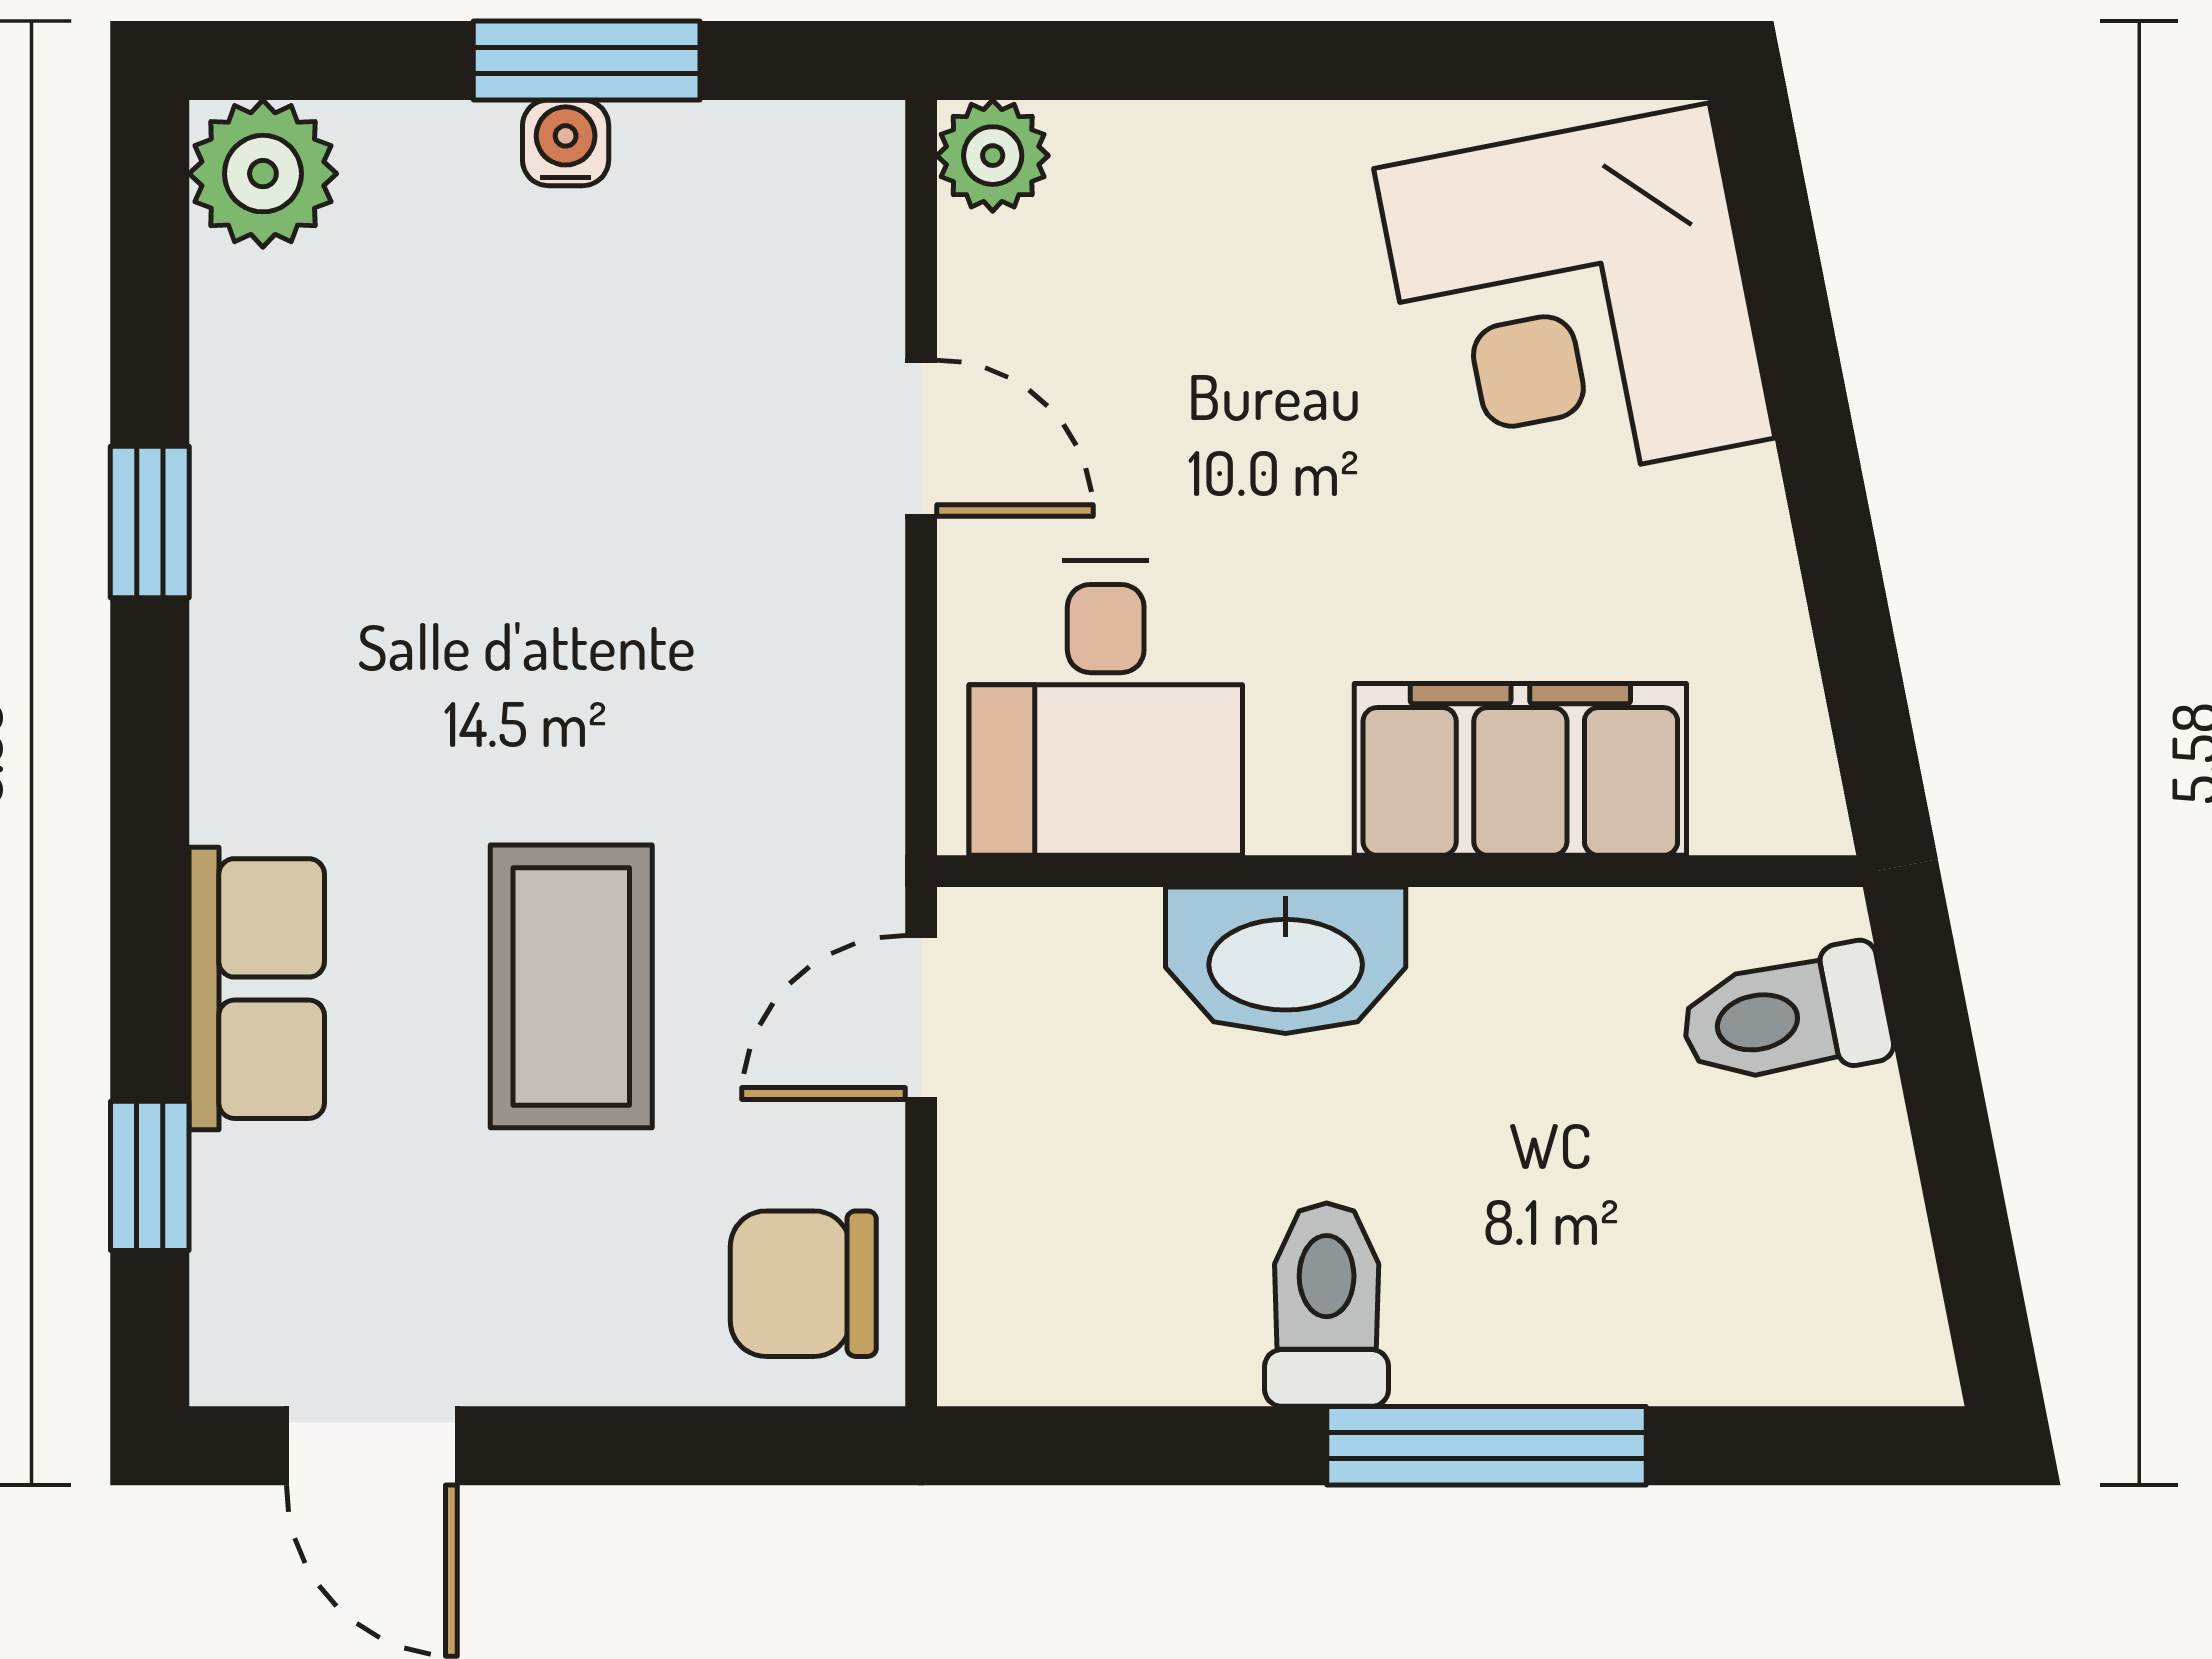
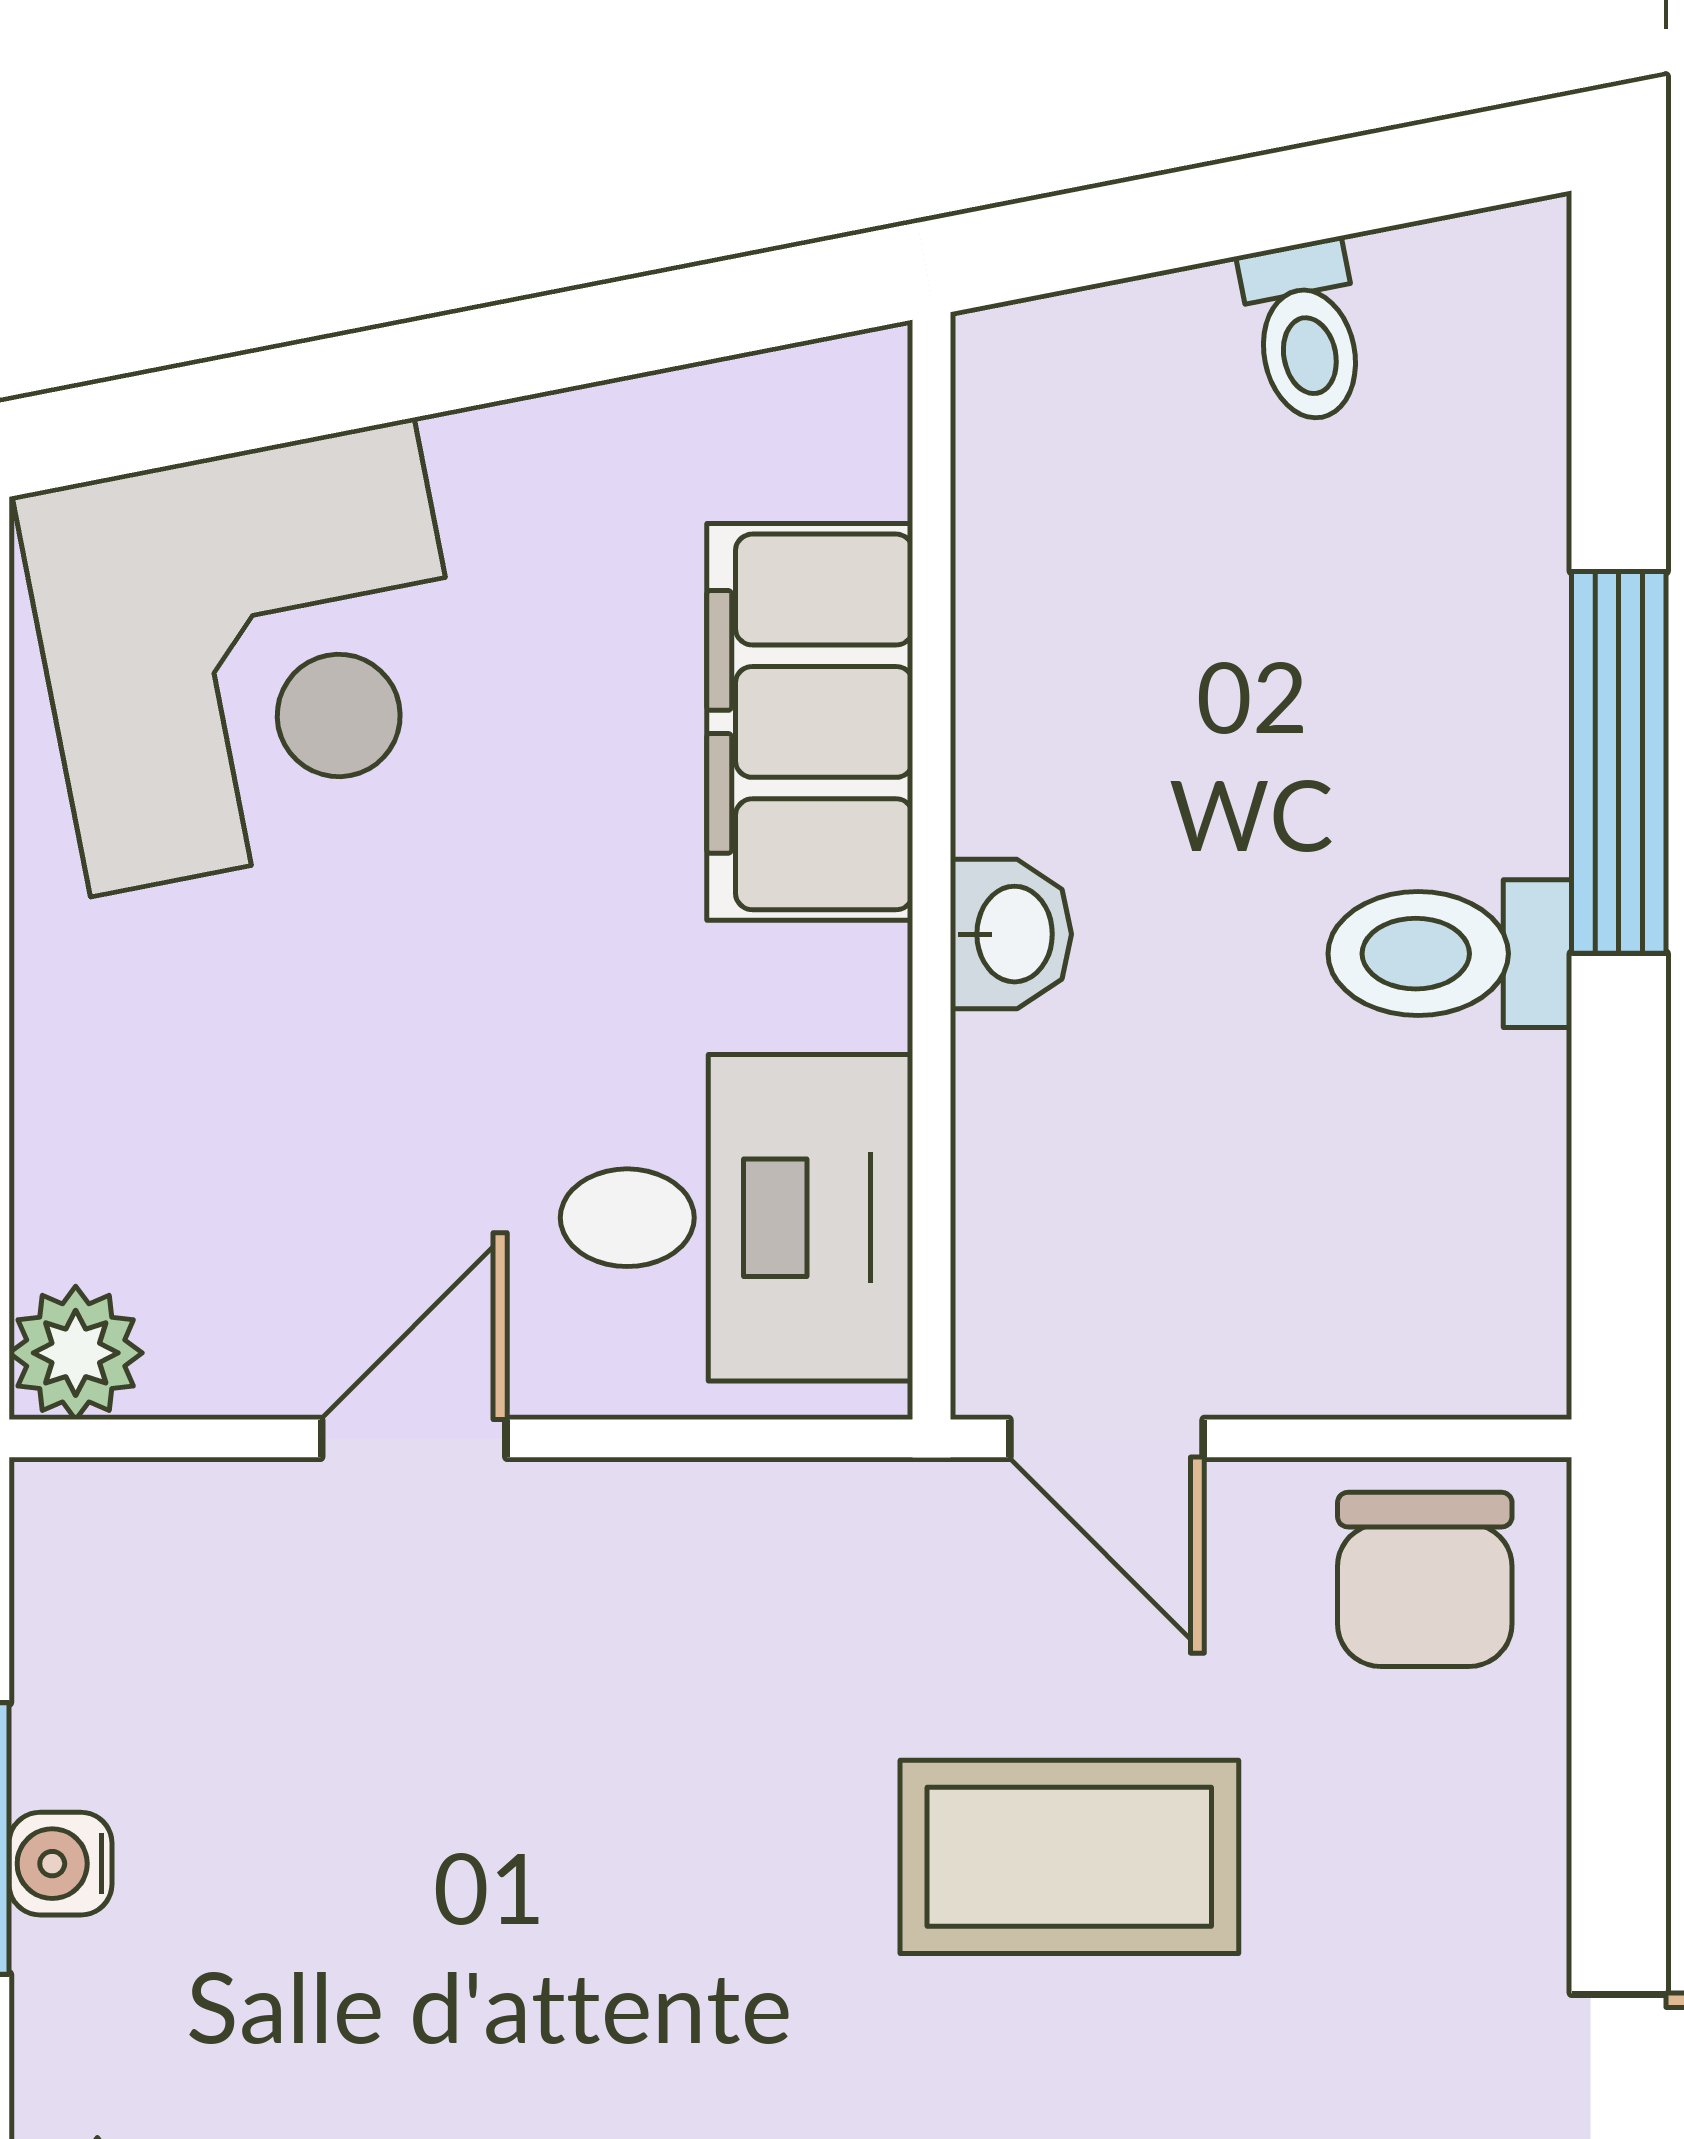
washbasin: (1286, 960) -> (1011, 934), width x0.52, depth x0.69
toilet: (1785, 1017) -> (1305, 332), moved, width x0.73, depth x0.72

